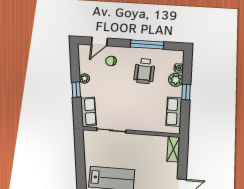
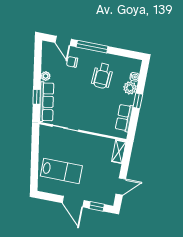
door: (99, 42) -> (63, 41), hinge flipped
window: (147, 44) -> (92, 47), moved
window: (76, 90) -> (37, 97), moved
row of seats: (88, 112) -> (47, 102), width x1.48

